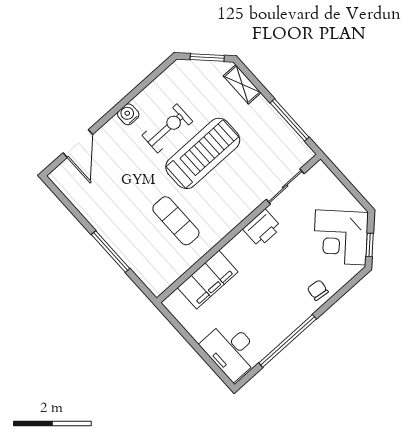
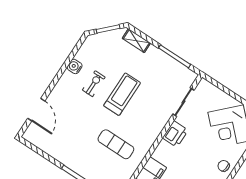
water cooler: (128, 114) -> (75, 66), moved
exercise bike: (167, 128) -> (94, 84), width x0.73, depth x0.72
treadmill: (203, 153) -> (122, 94), width x0.73, depth x0.73

